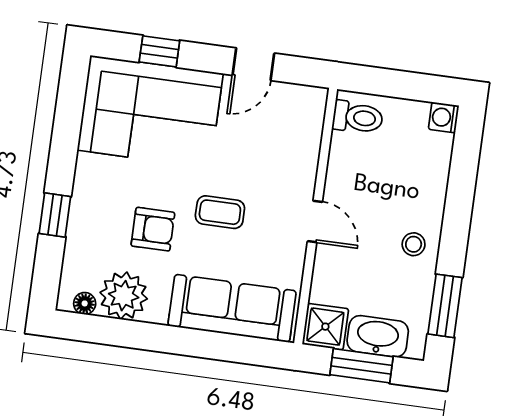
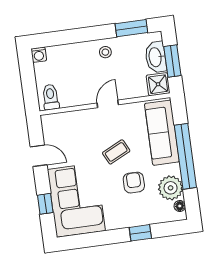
coffee table: (220, 212) -> (116, 152), turned 64
window: (175, 340) -> (185, 156), added

